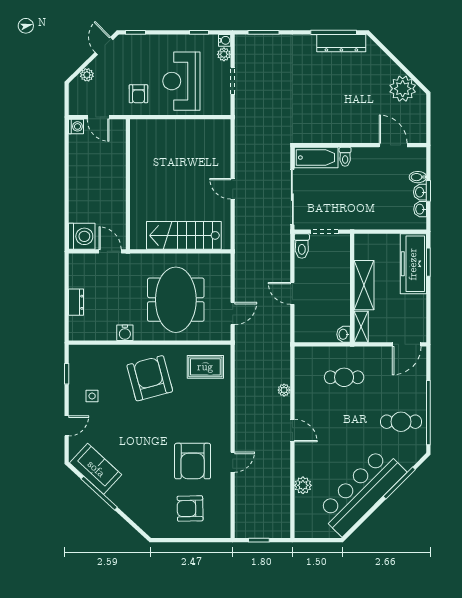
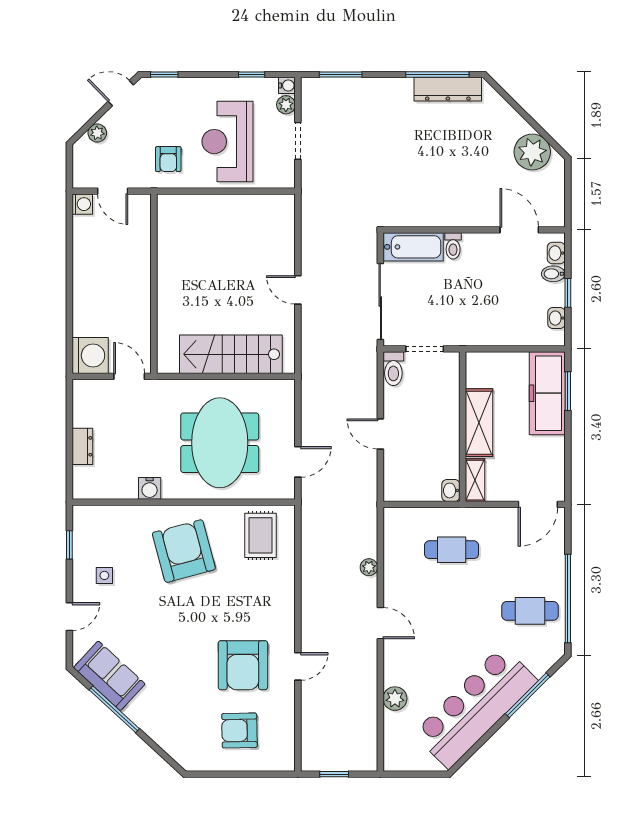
door: (104, 46) -> (121, 93), hinge flipped
washbasin: (420, 192) -> (556, 253), moved
rug: (205, 367) -> (260, 535), turned 90

